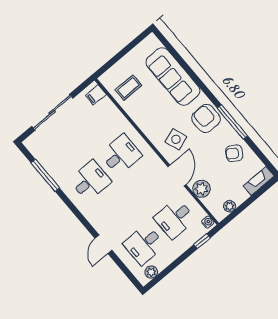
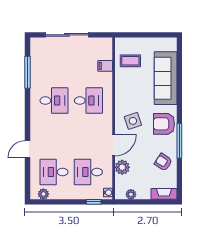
filing cabinet: (96, 95) -> (105, 66), moved
armchair: (206, 118) -> (164, 124), turned -90

